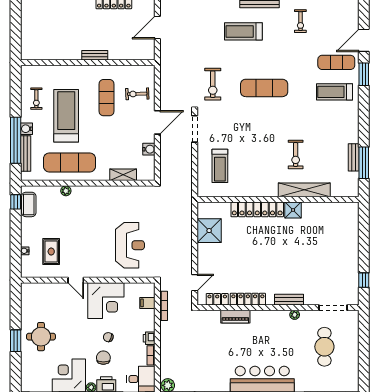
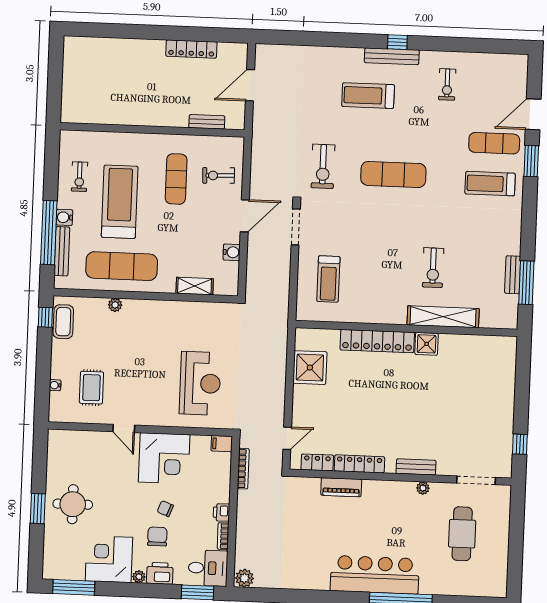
bench: (95, 55) -> (207, 122), moved
filing cabinet: (147, 303) -> (222, 444), moved

